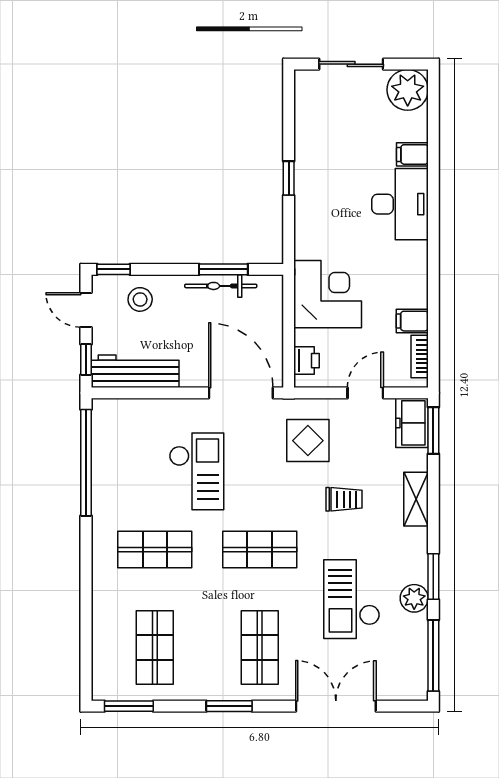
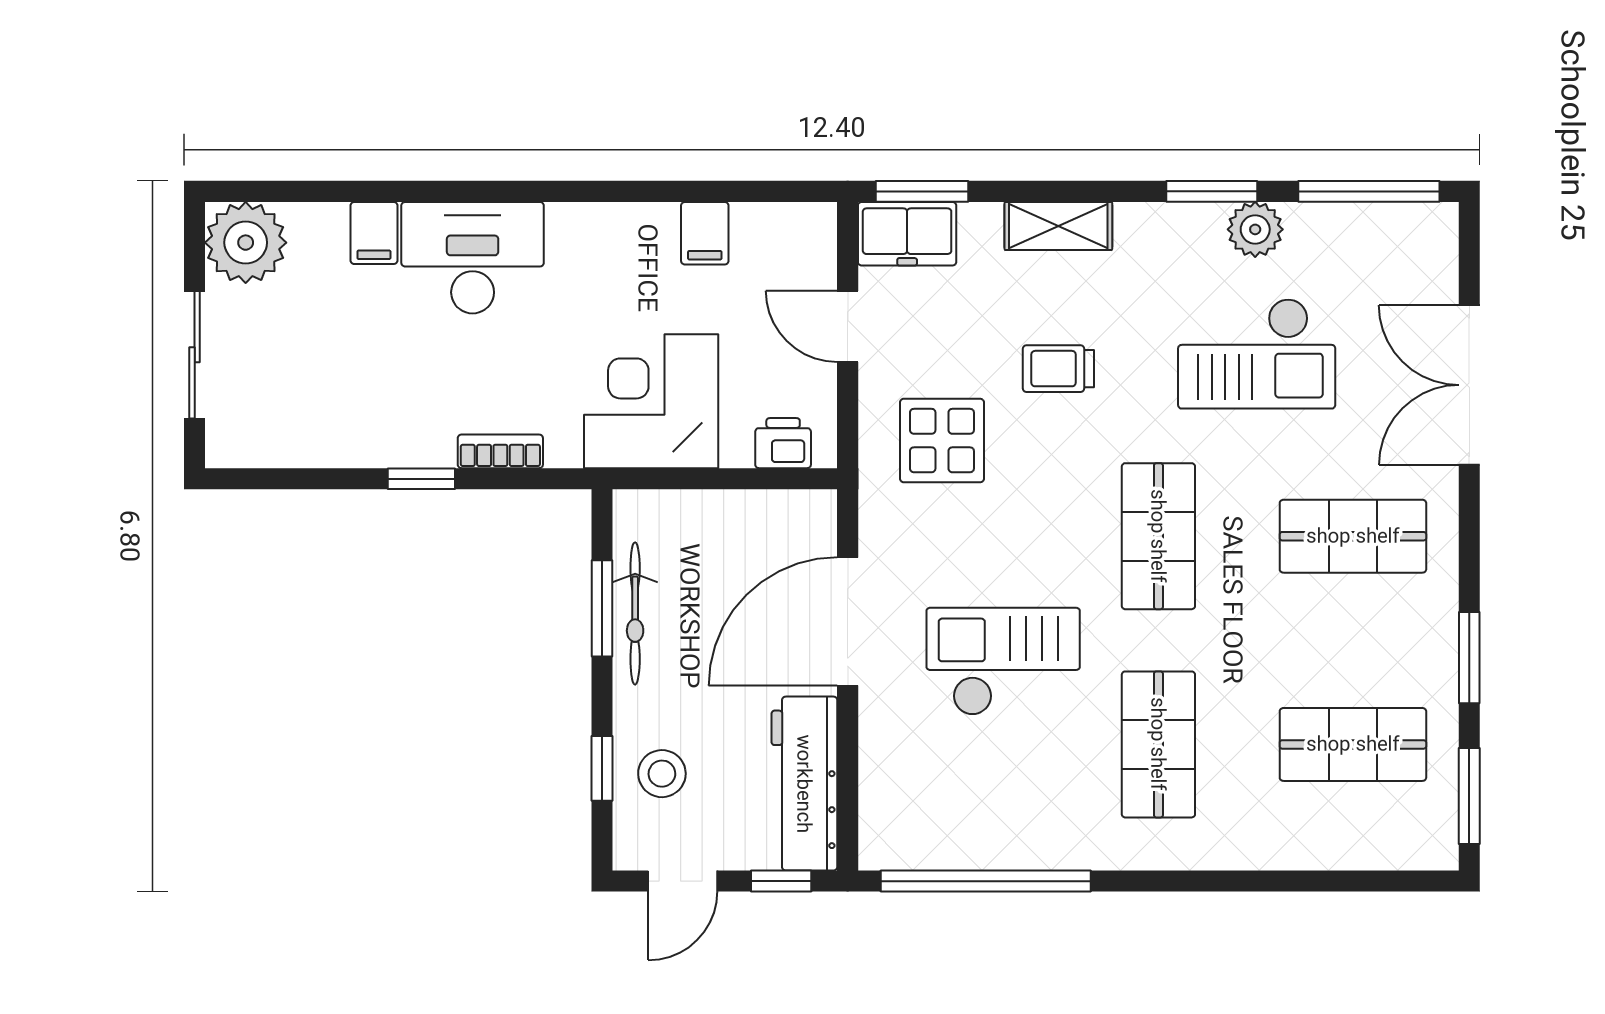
window: (114, 269) -> (602, 768), moved
bookcase: (420, 356) -> (500, 451), moved, turned 180
door: (241, 393) -> (848, 622), moved
trolley: (344, 499) -> (1058, 369), turned -90
window: (229, 706) -> (1469, 658), moved

